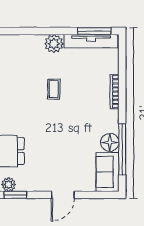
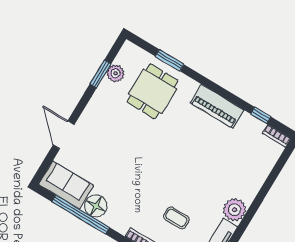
coffee table: (54, 89) -> (176, 218), moved
door: (63, 195) -> (64, 135), moved

